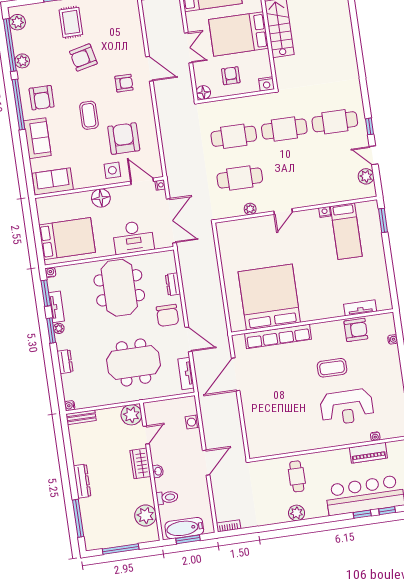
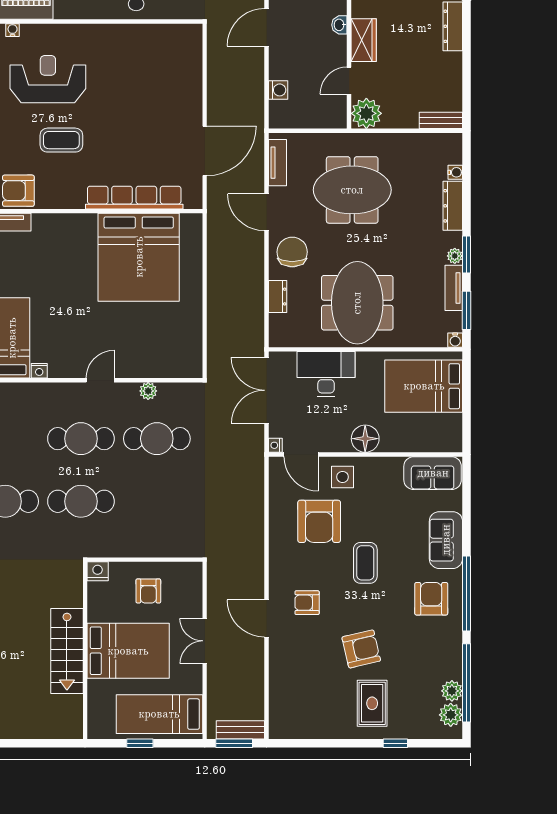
plant: (22, 61) -> (452, 691), moved
floor lamp: (203, 92) -> (192, 572), removed
cafe table: (234, 136) -> (81, 439), moved
dresser: (65, 362) -> (453, 206), width x1.44
water cooler: (70, 406) -> (455, 172), moved

